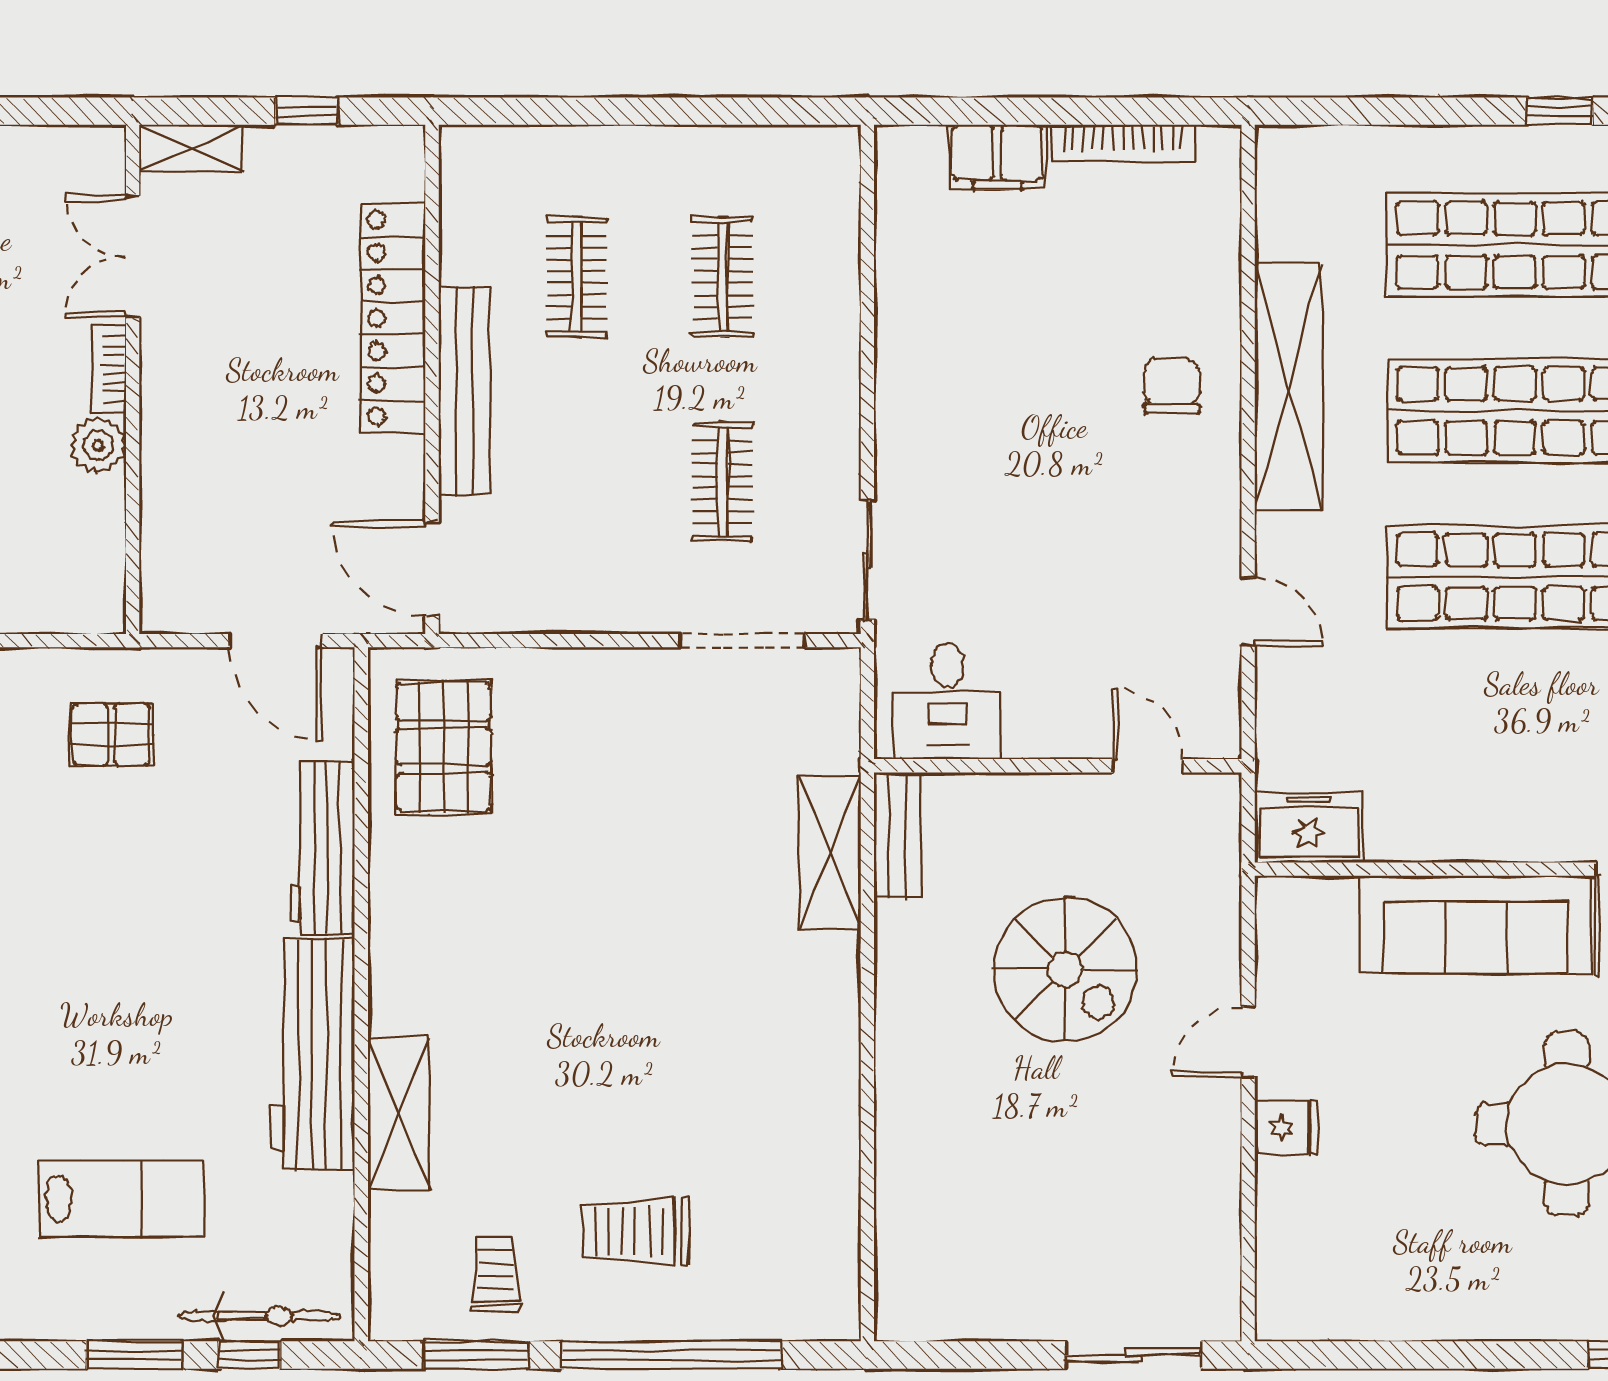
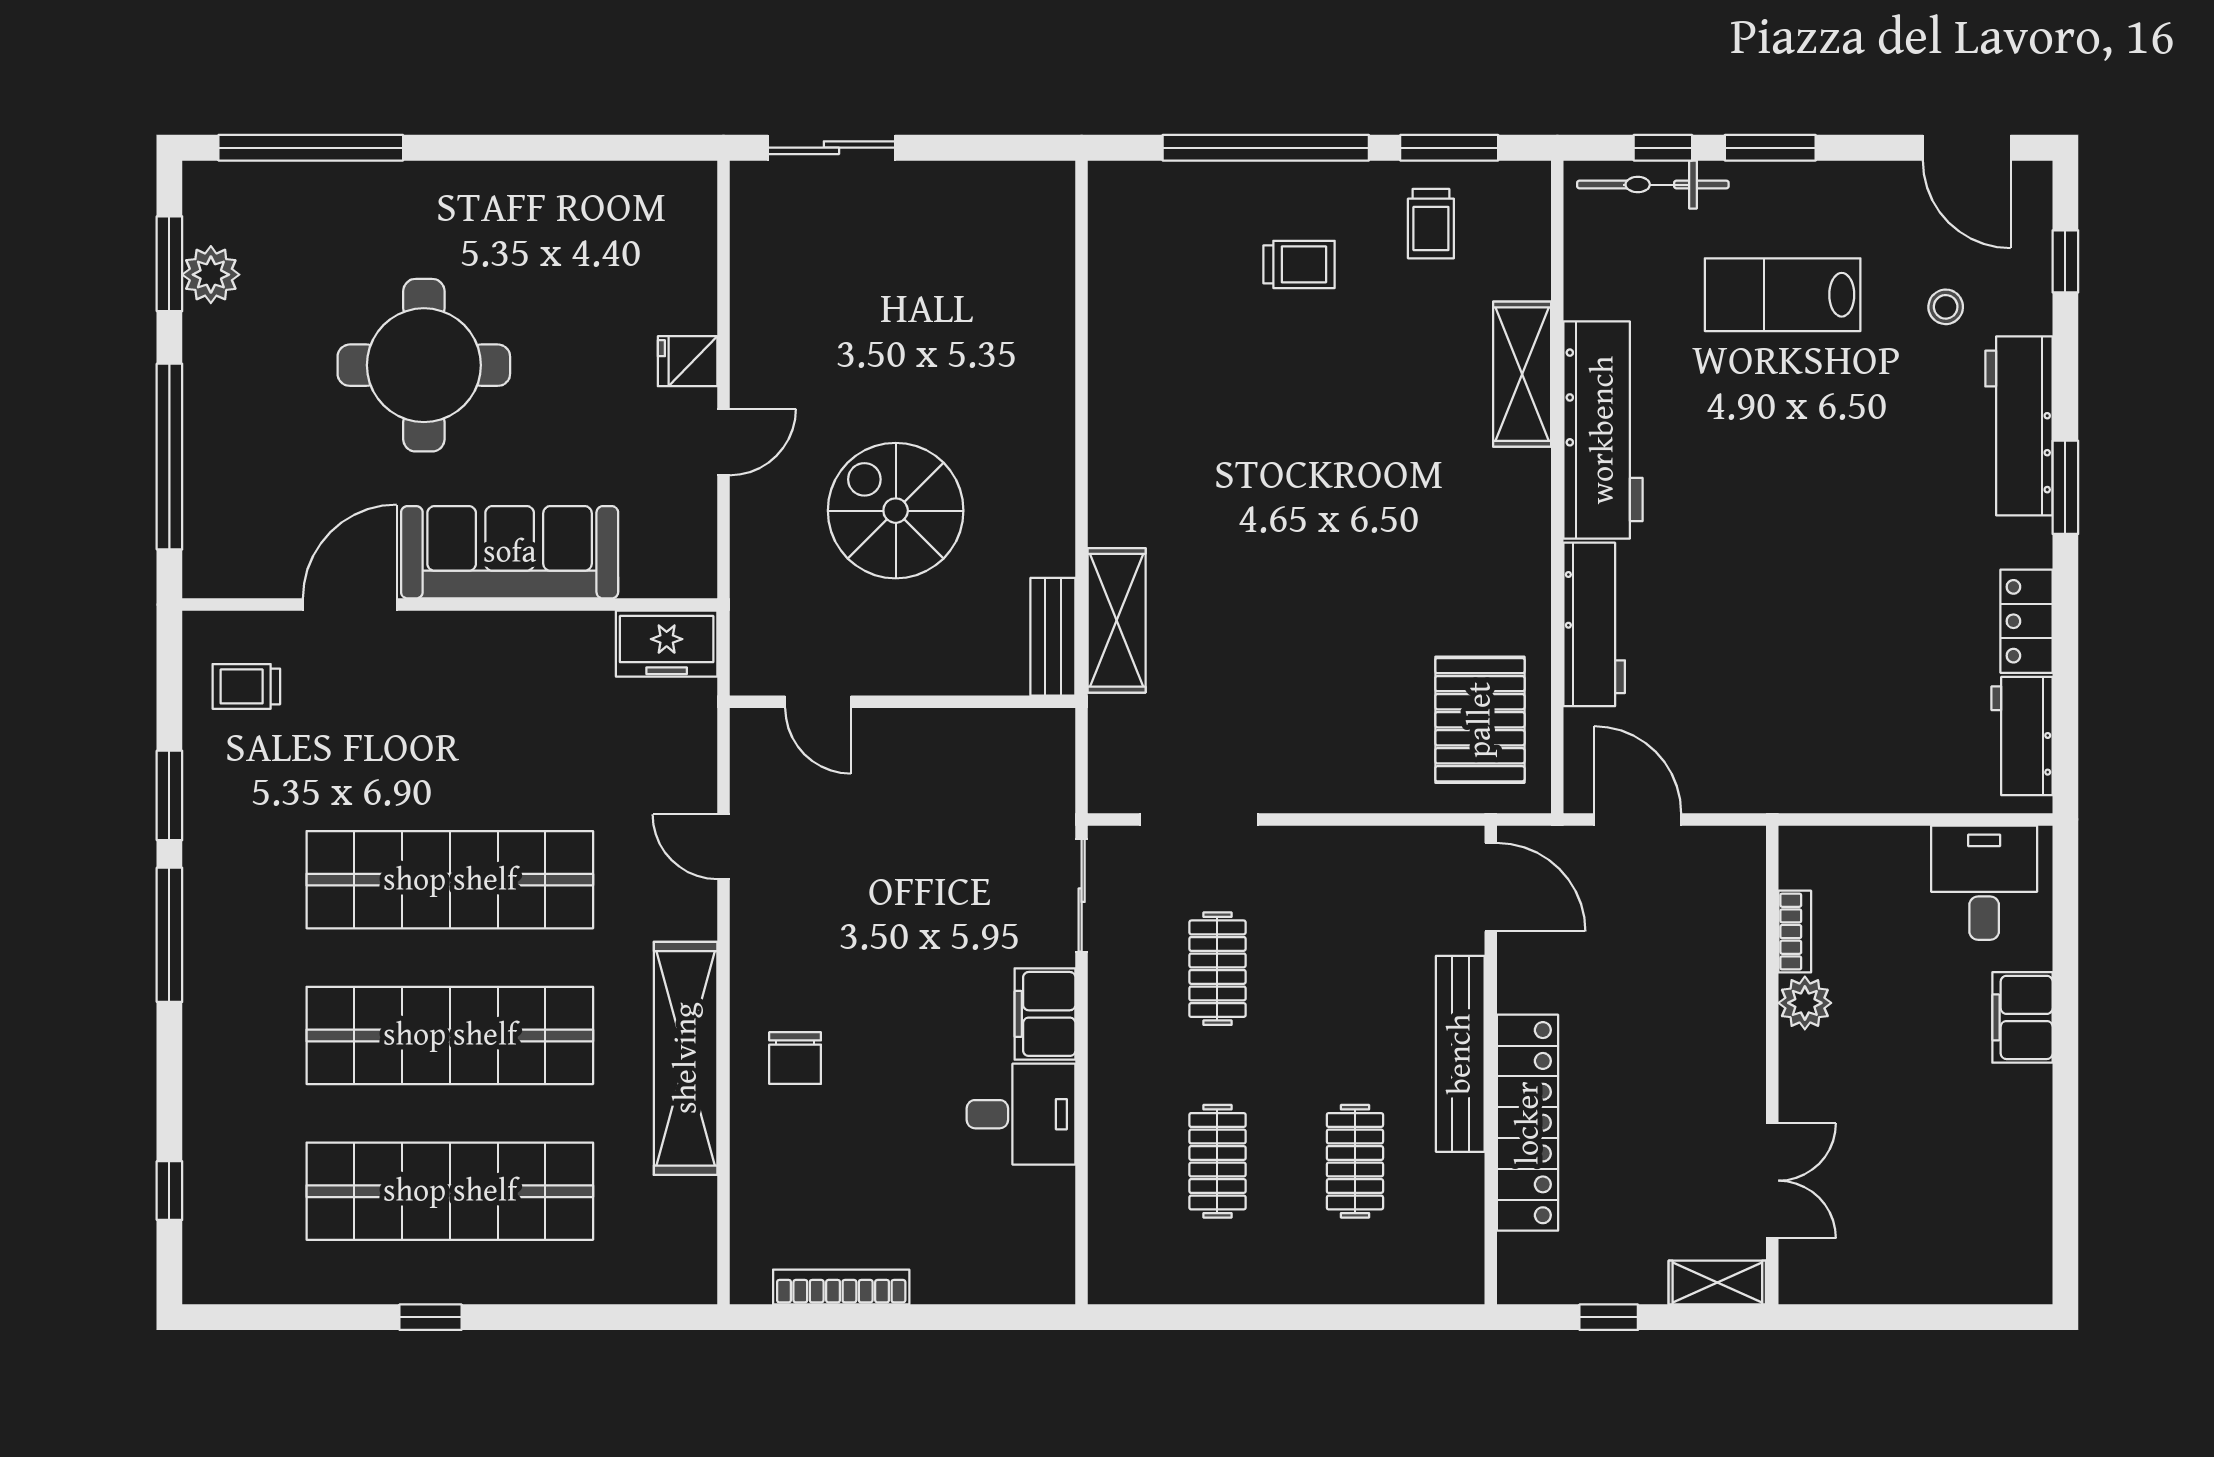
filing cabinet: (998, 157) -> (1045, 1014), moved, turned -90
bookcase: (109, 369) -> (1795, 932), moved
desk: (947, 701) -> (1021, 1114), moved, turned 90
pallet: (111, 735) -> (1793, 731), removed
trolley: (636, 1231) -> (1299, 264), width x0.73, depth x0.72

